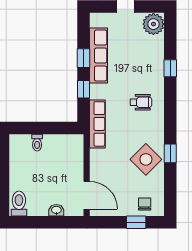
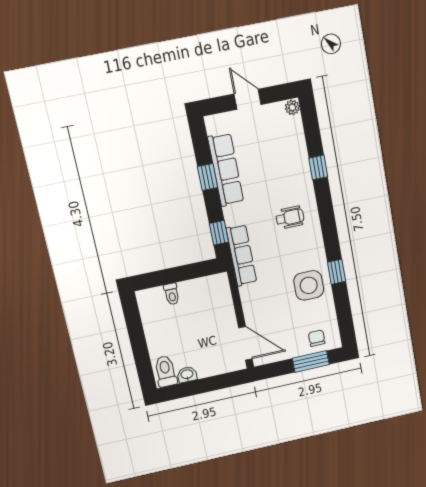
plant: (153, 24) -> (292, 107), width x0.53, depth x0.53
window: (84, 89) -> (219, 233), moved
side table: (146, 159) -> (309, 285), turned 45
washbasin: (56, 210) -> (187, 375), moved
window: (136, 222) -> (311, 361), width x1.50

